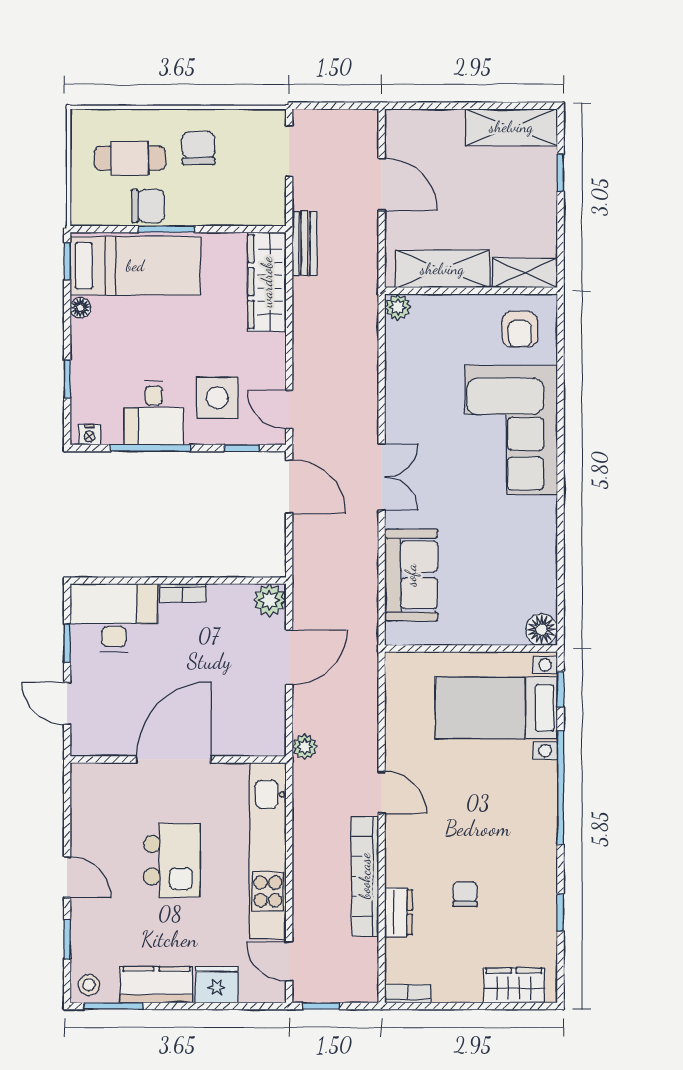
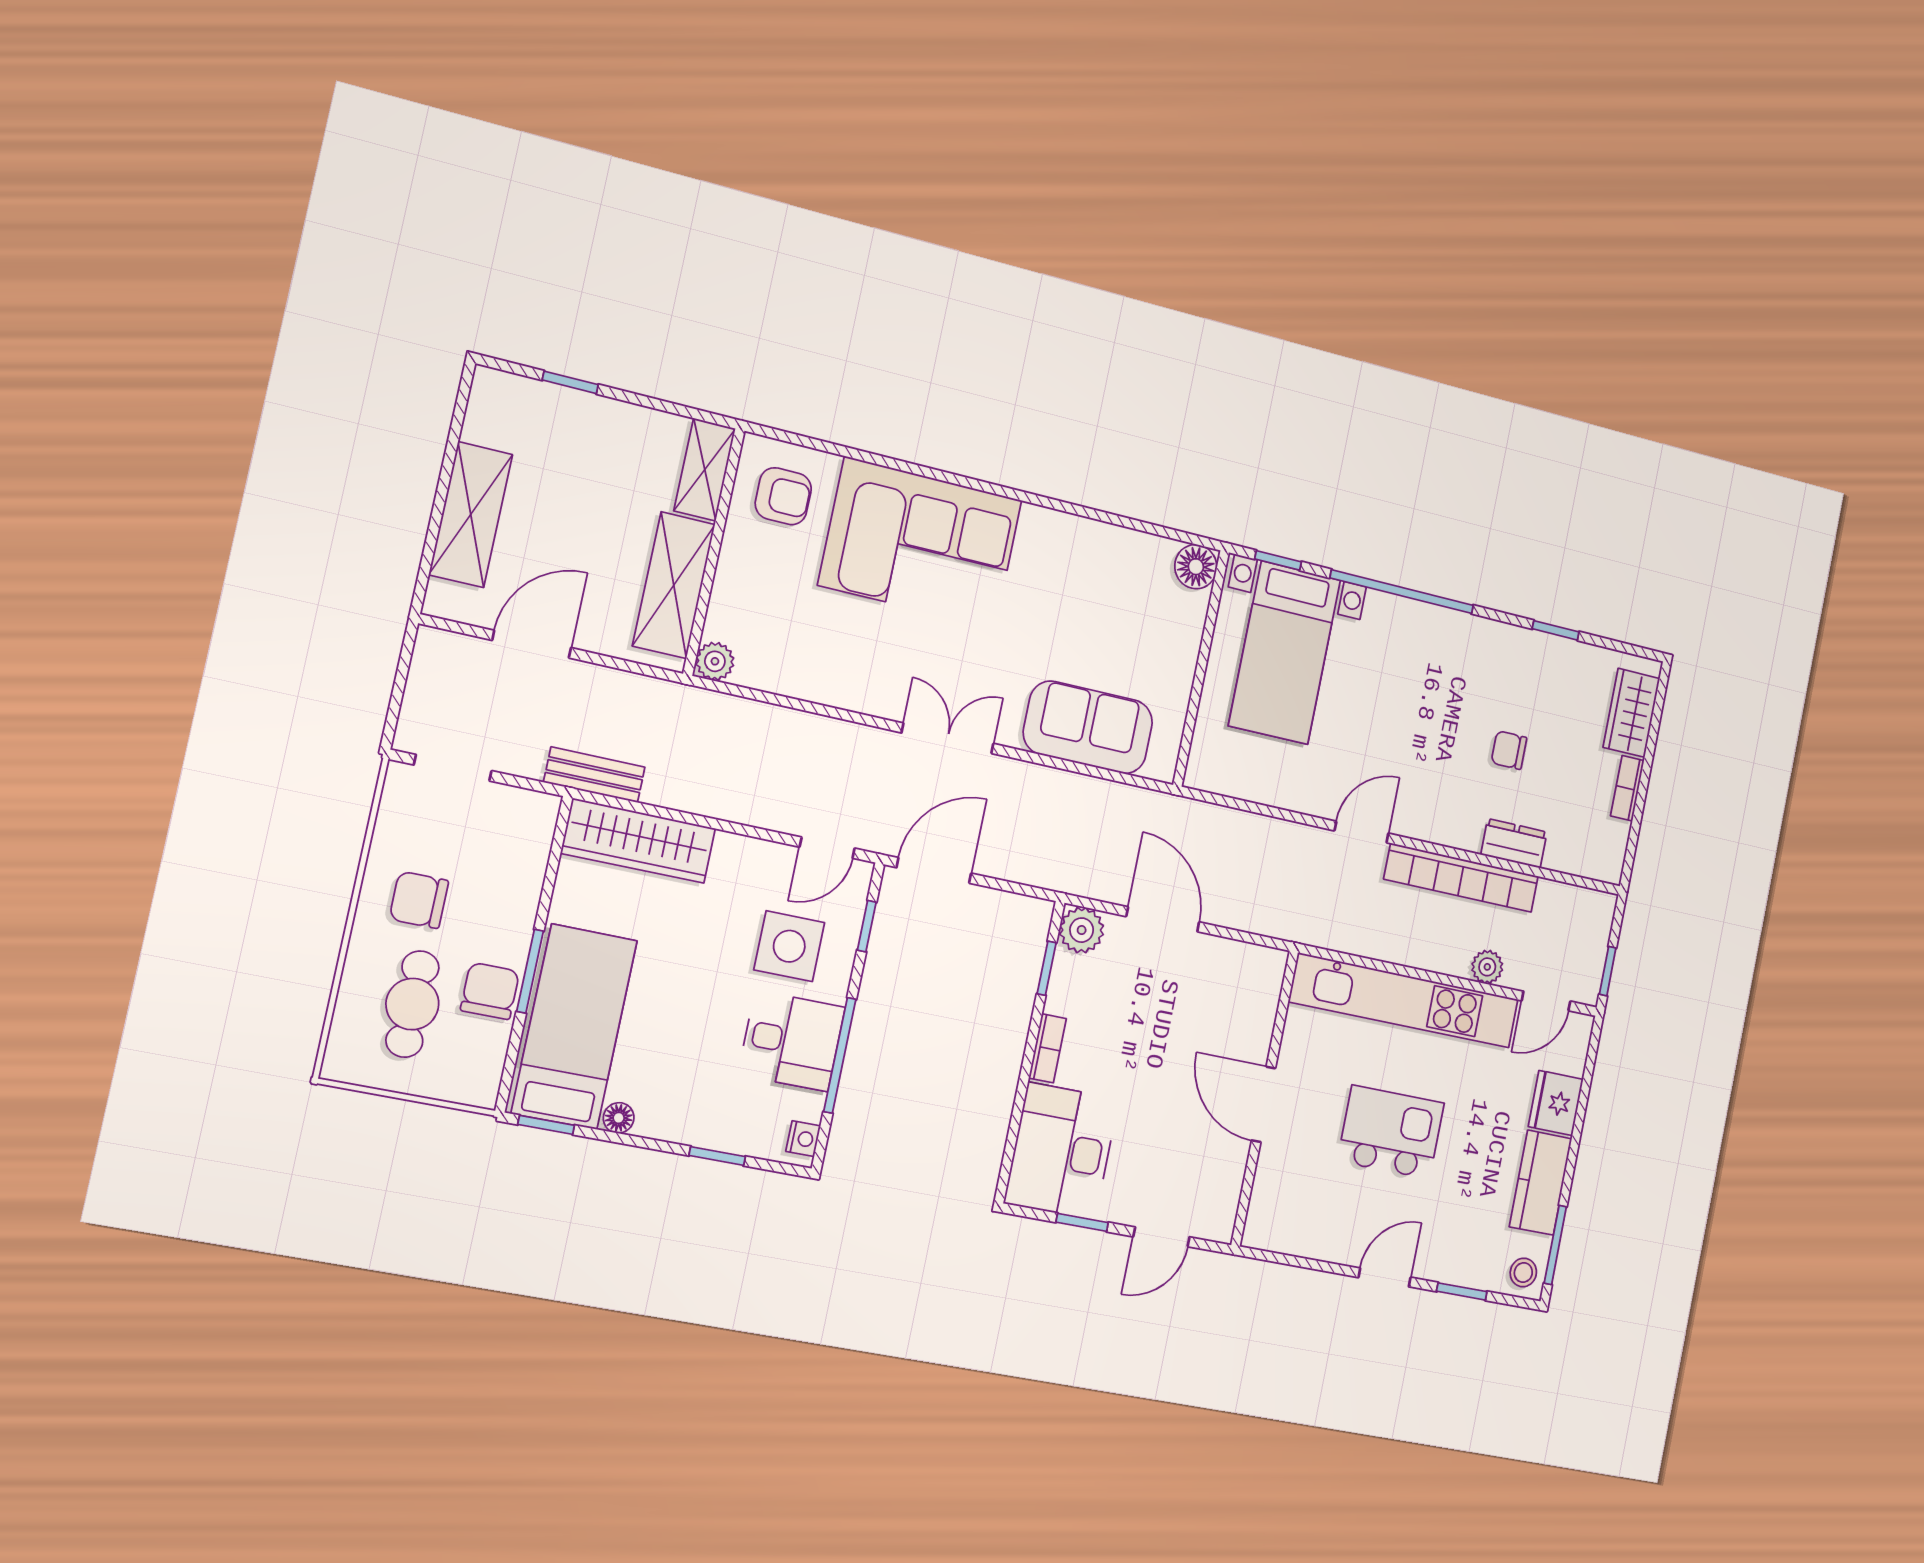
shelving: (511, 127) -> (471, 515), moved
window: (238, 581) -> (1047, 968), added
plant: (305, 747) -> (1487, 967), moved
door: (174, 759) -> (1263, 1104), width x0.73
bookcase: (408, 994) -> (1627, 788), moved

